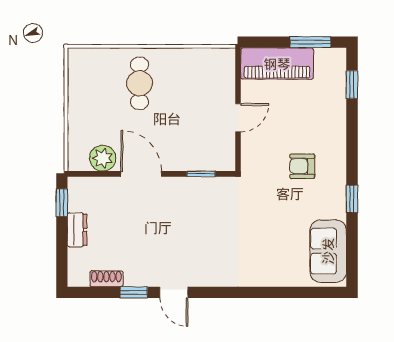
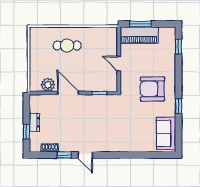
window: (310, 42) -> (140, 24), moved
cafe table: (139, 83) -> (67, 46), turned 90
door: (238, 118) -> (119, 64), swing flipped
armchair: (302, 166) -> (152, 89), width x1.88, depth x1.88
window: (62, 203) -> (26, 132), moved

